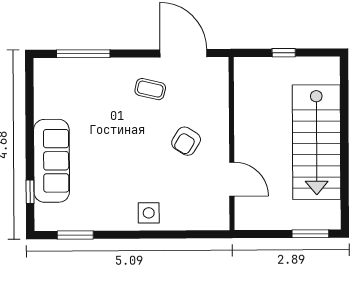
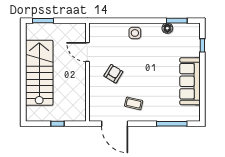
sofa: (52, 161) -> (190, 81), moved
floor lamp: (92, 222) -> (167, 28), added

